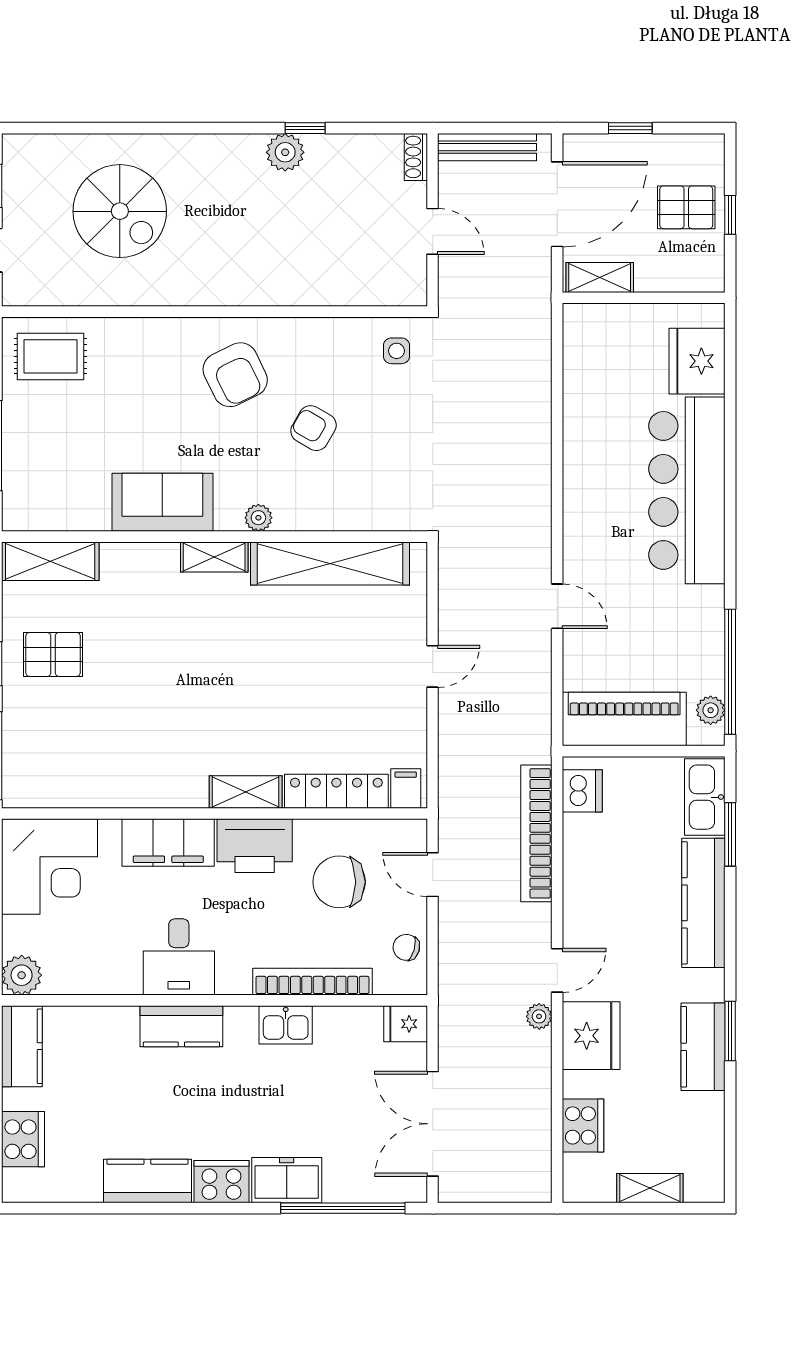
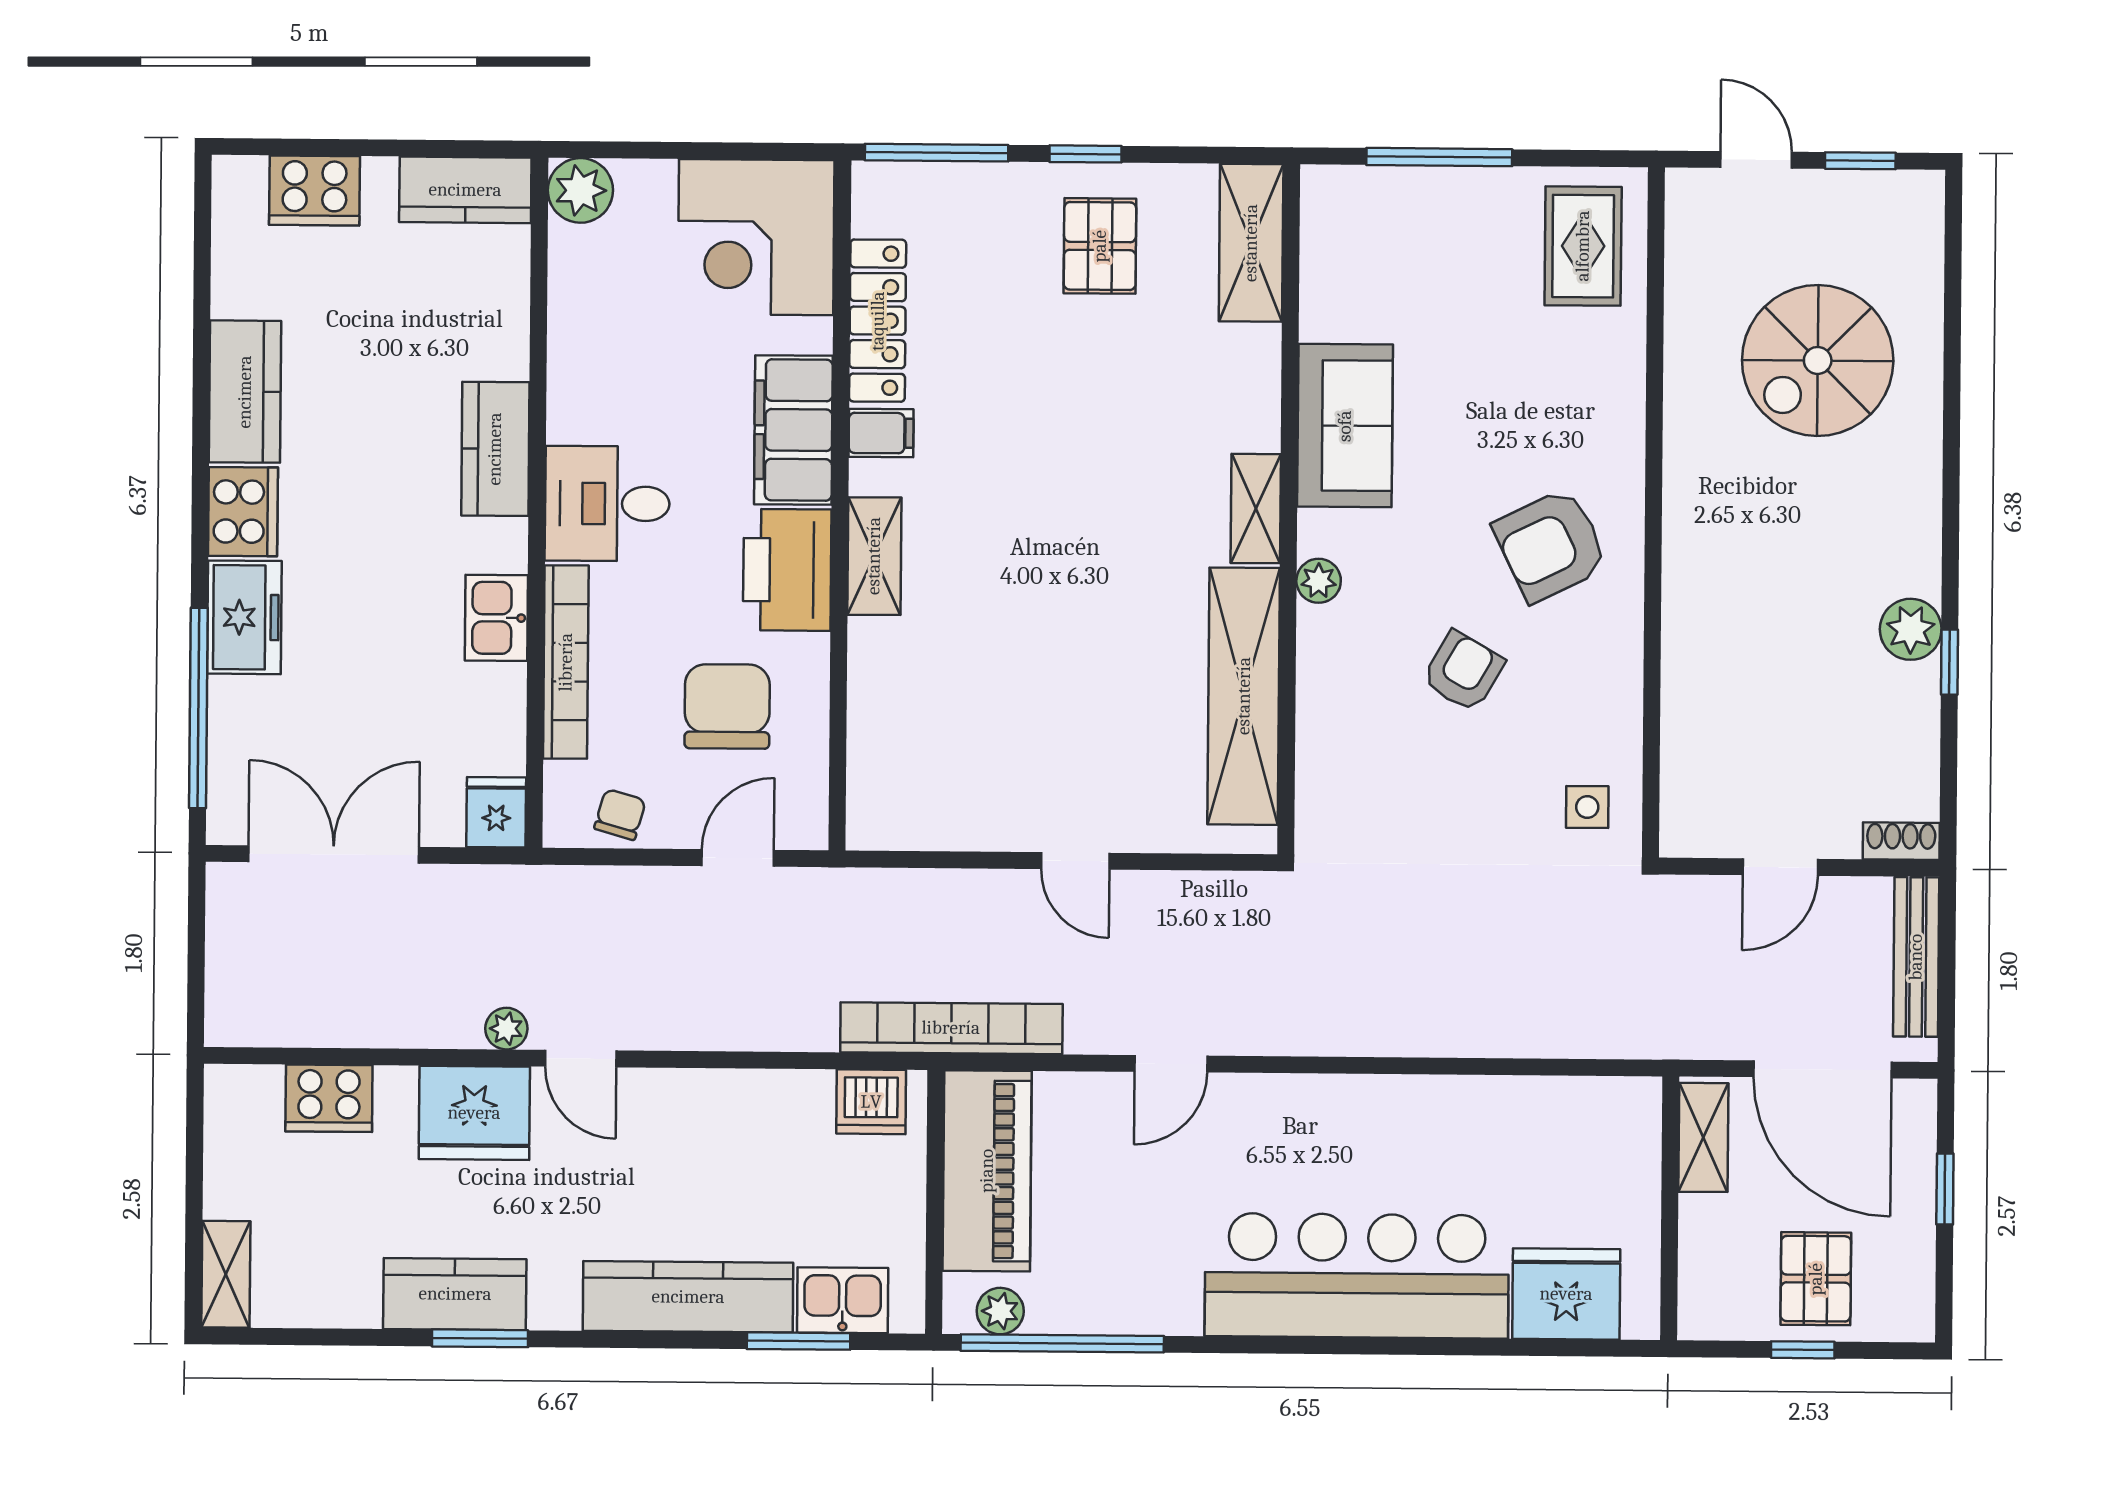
filing cabinet: (406, 788) -> (881, 433), moved
locker: (336, 791) -> (878, 321), moved
kitchen sink: (705, 797) -> (843, 1300), width x0.73
bookcase: (536, 833) -> (951, 1028), moved
desk: (179, 957) -> (607, 504), moved
shelving: (650, 1188) -> (226, 1274), moved

